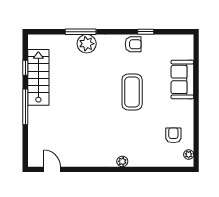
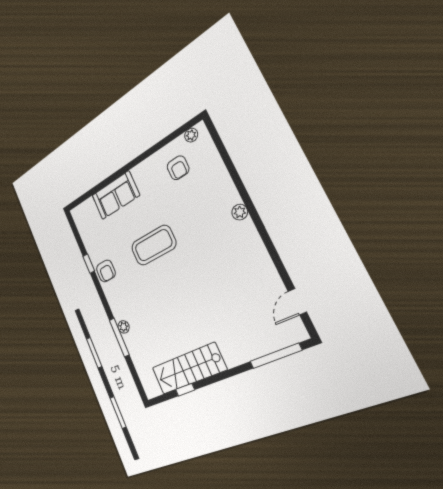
plant: (87, 44) -> (124, 327), width x0.53, depth x0.53
armchair: (133, 44) -> (106, 271), turned 180
window: (25, 107) -> (276, 356), moved
armchair: (173, 135) -> (178, 168), turned -90

